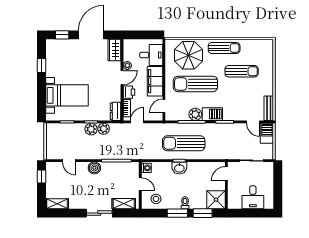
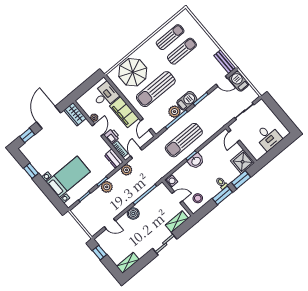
sun lounger: (224, 48) -> (170, 37), moved
plant: (104, 129) -> (127, 170), moved

